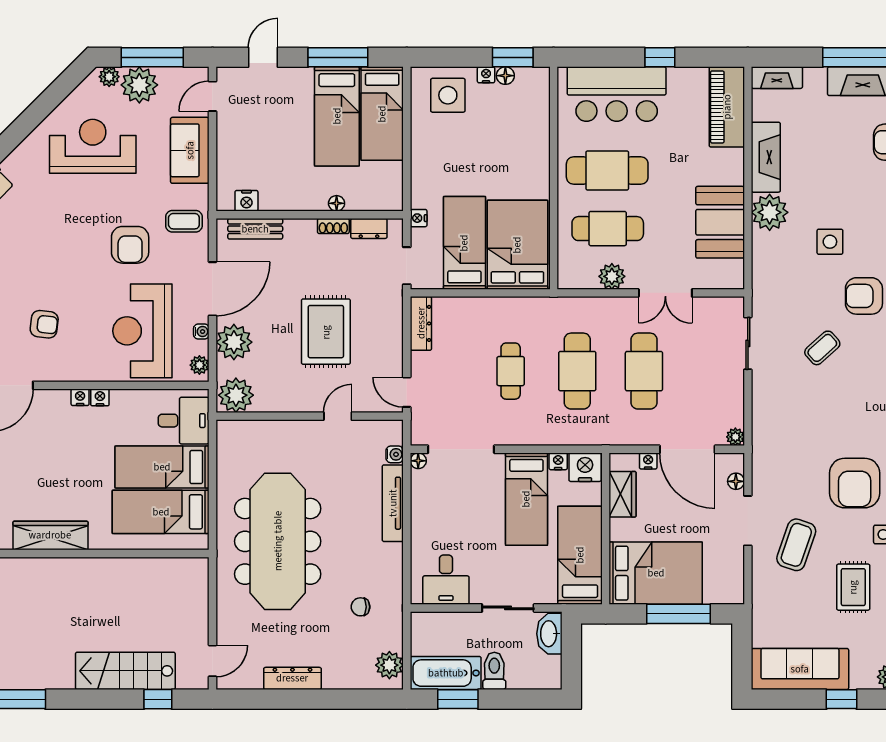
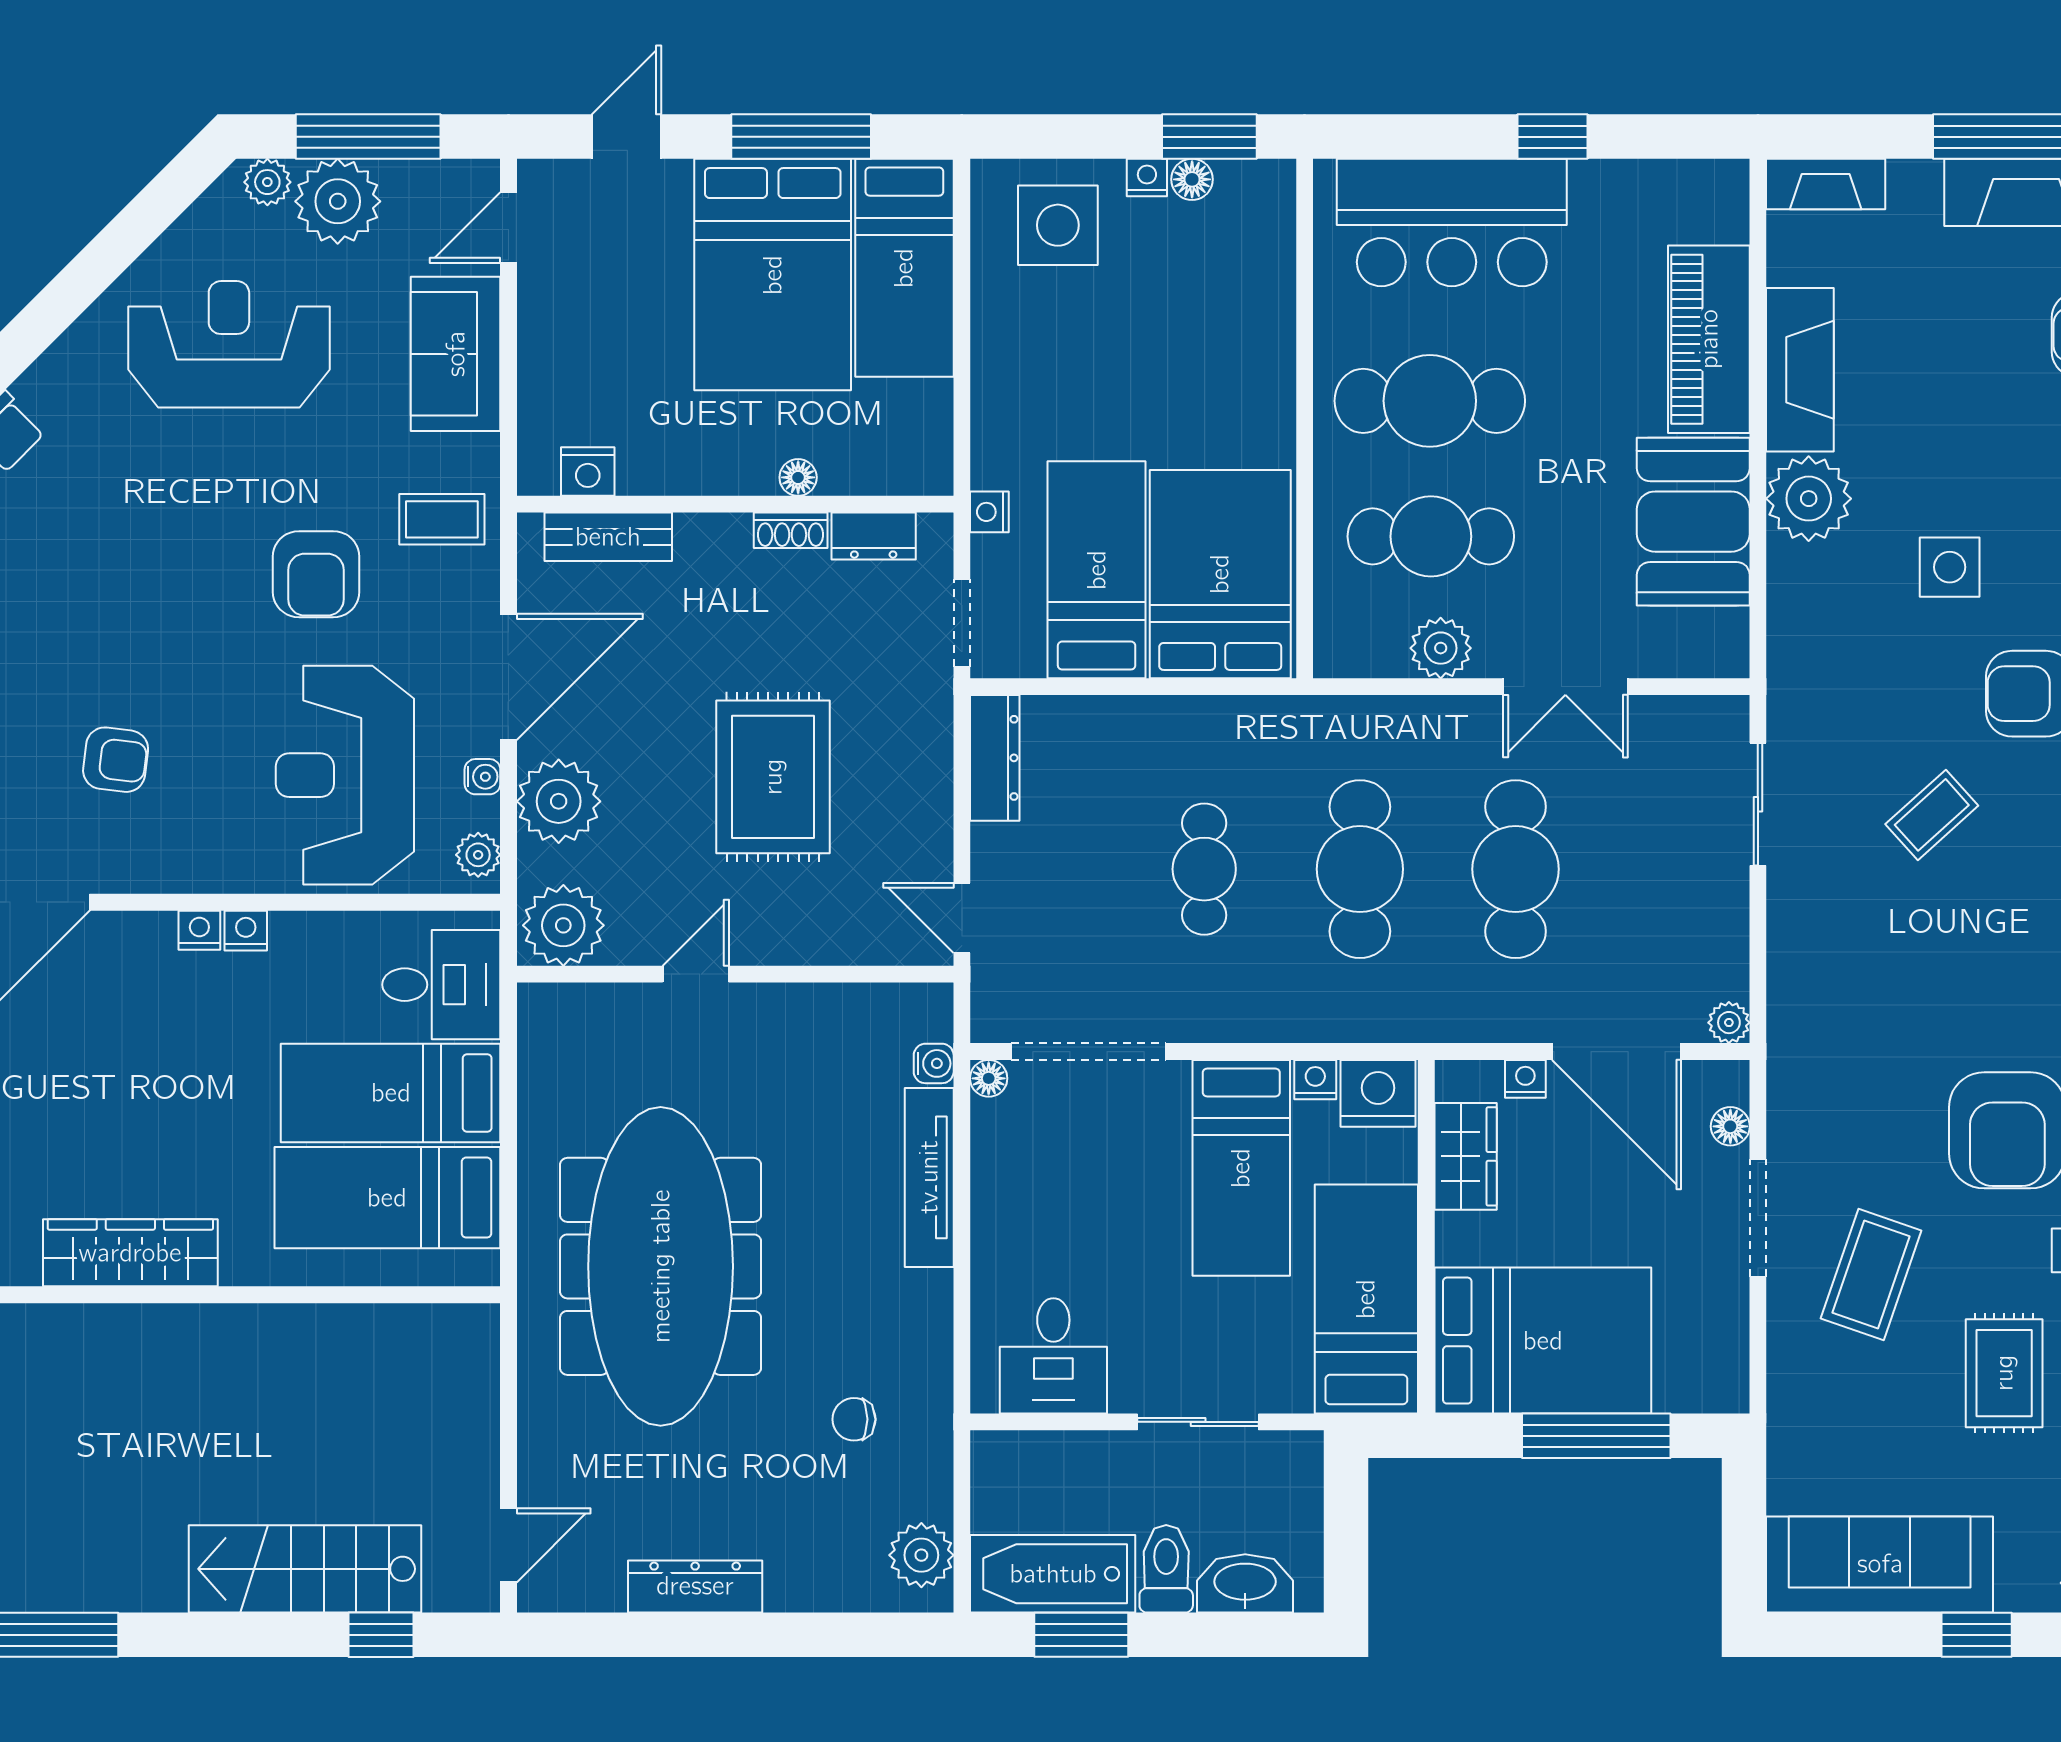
piano: (727, 107) -> (1709, 339), moved
bed: (337, 116) -> (773, 275), width x1.50
door: (338, 416) -> (696, 974), moved
washbasin: (549, 634) -> (1245, 1583), moved, turned 90

